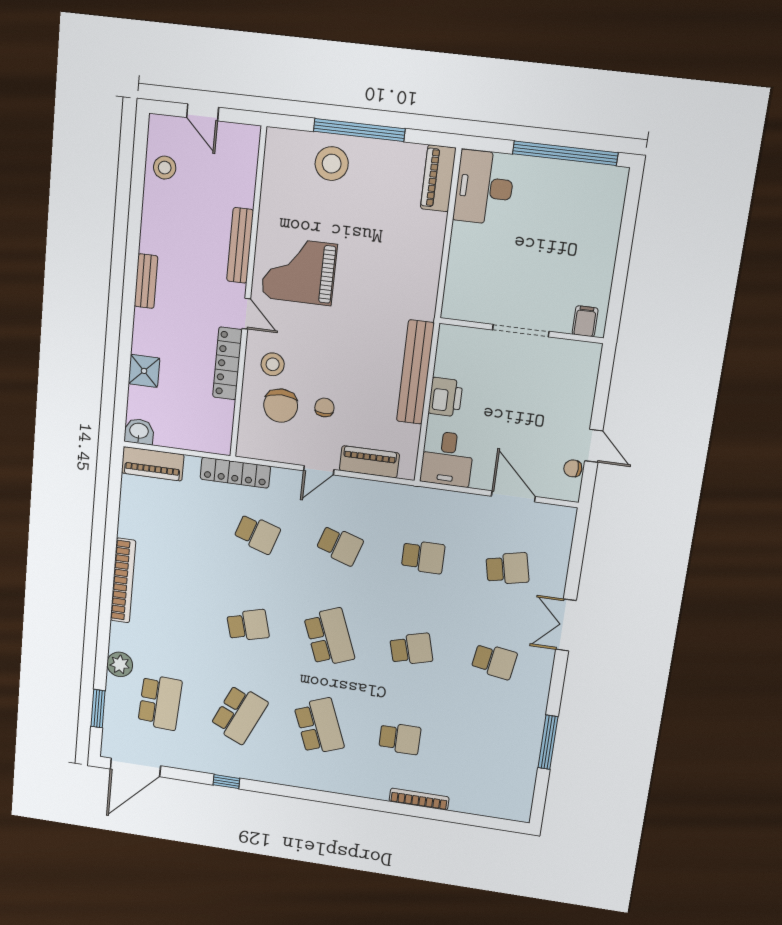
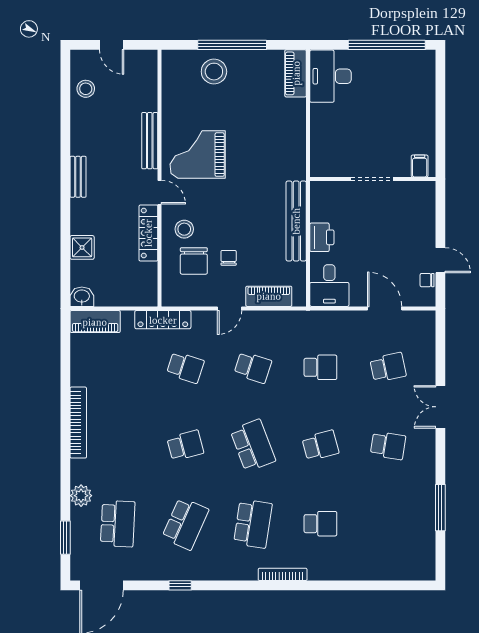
school desk: (319, 726) -> (253, 524), turned 30
bookcase: (419, 799) -> (283, 574), moved

